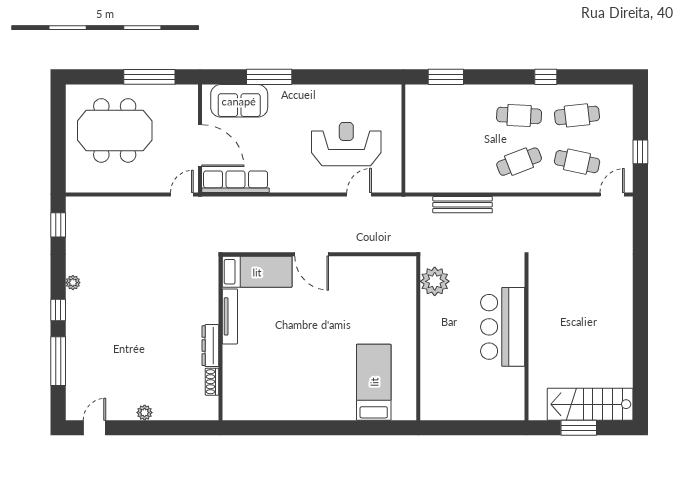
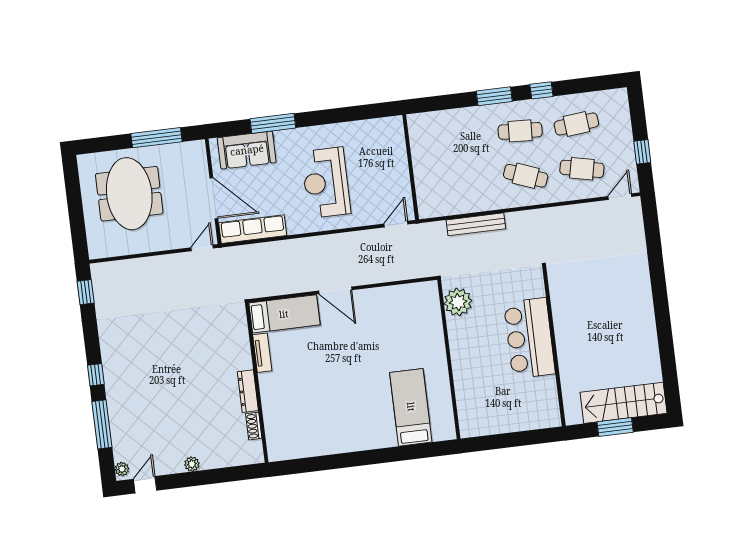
window: (446, 77) -> (494, 96), moved
meeting table: (115, 130) -> (129, 194), turned 90
reception desk: (346, 144) -> (326, 183), moved, turned -90
cafe table: (519, 162) -> (526, 176), turned 42
door: (359, 195) -> (396, 224), moved
plant: (73, 283) -> (122, 469), moved
tv unit: (230, 316) -> (262, 353), width x0.71

